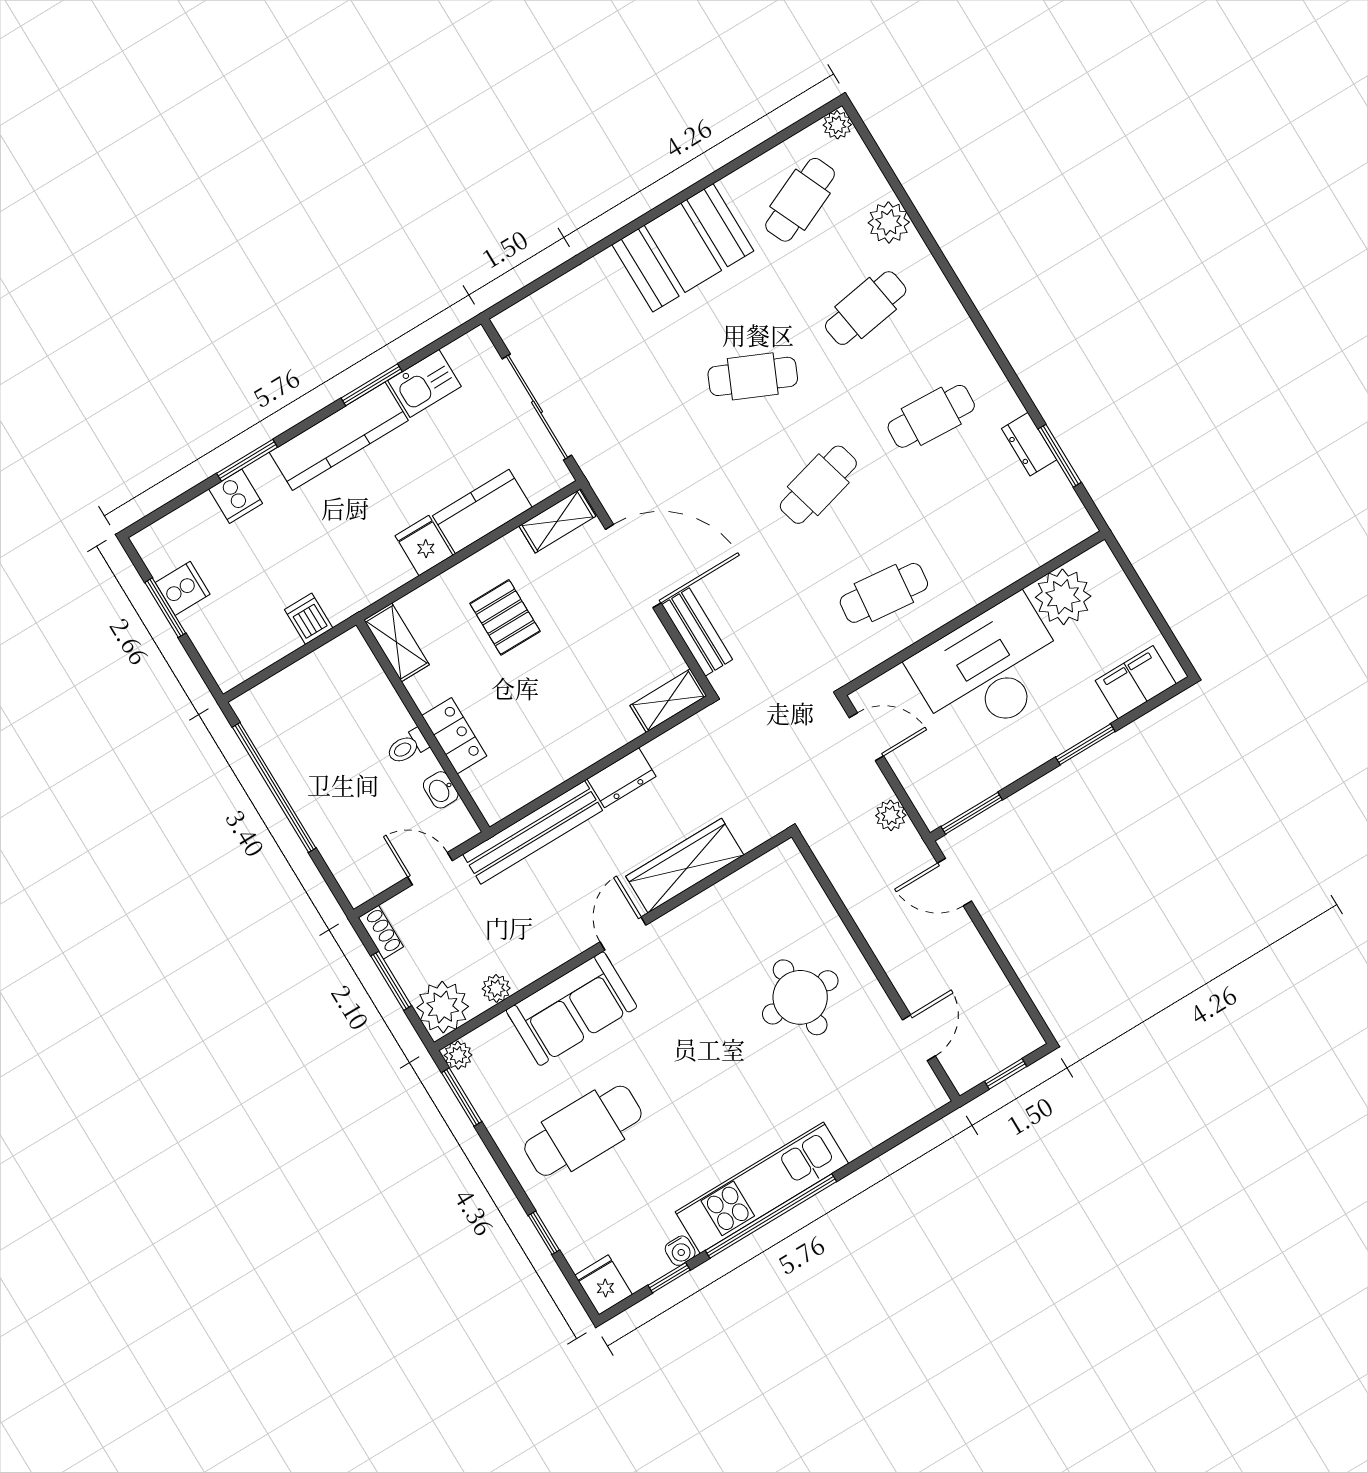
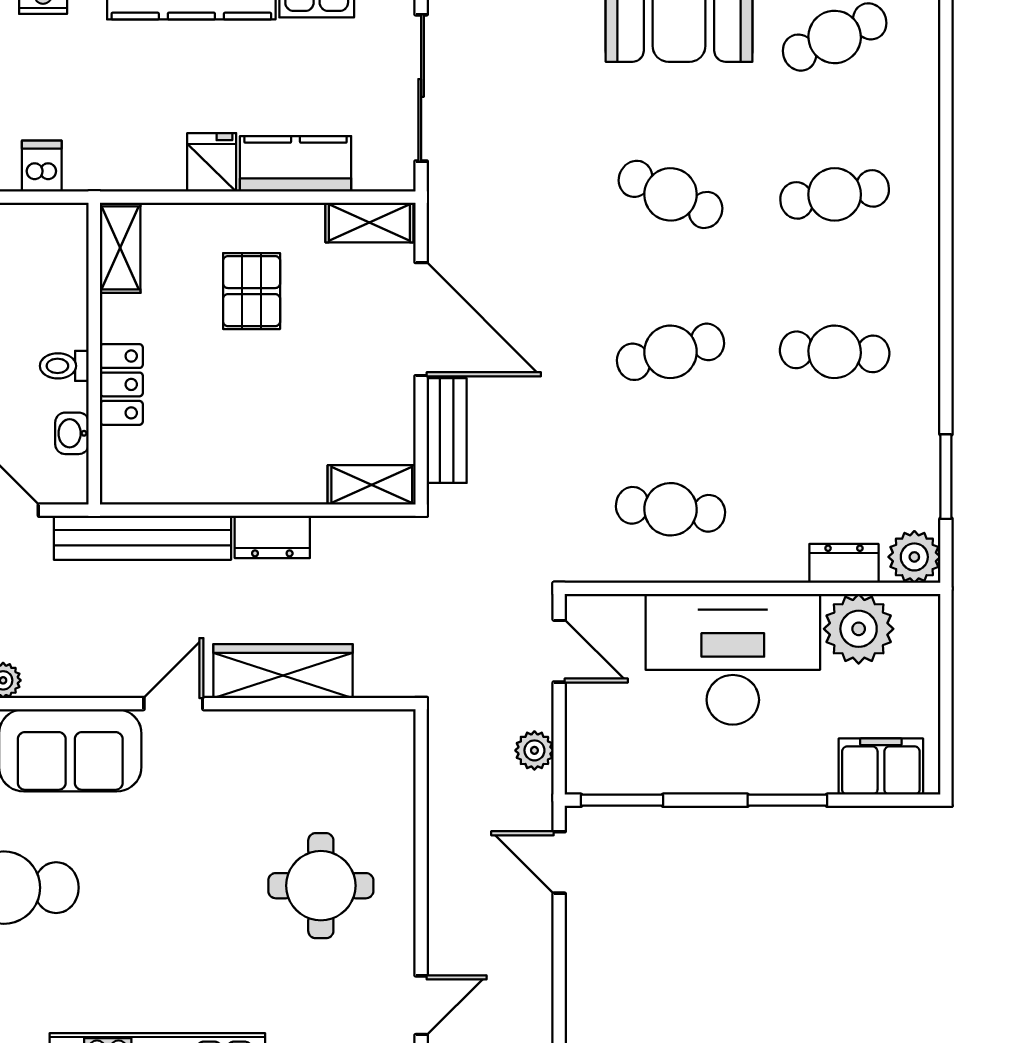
plant: (889, 222) -> (914, 557), moved
dresser: (1029, 444) -> (844, 563), moved, turned 90

